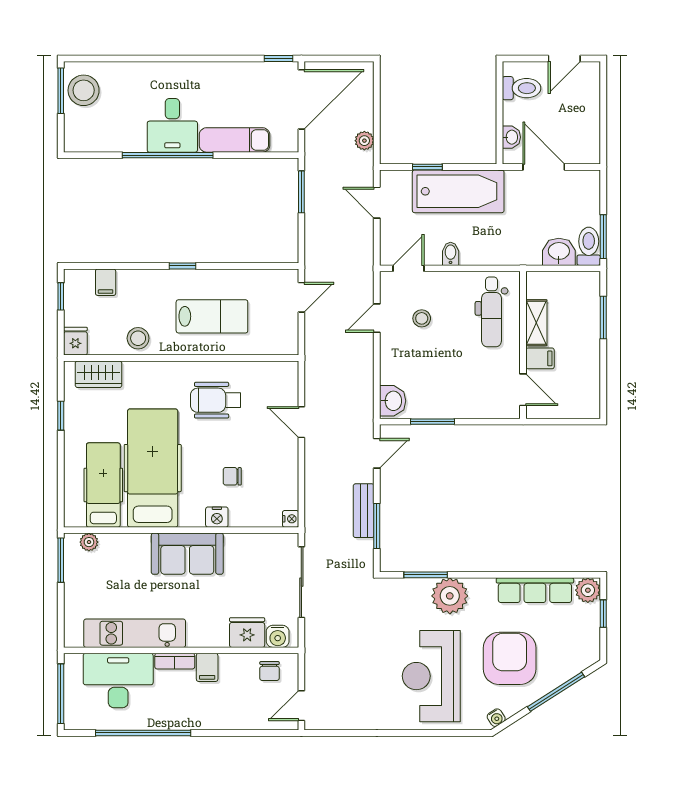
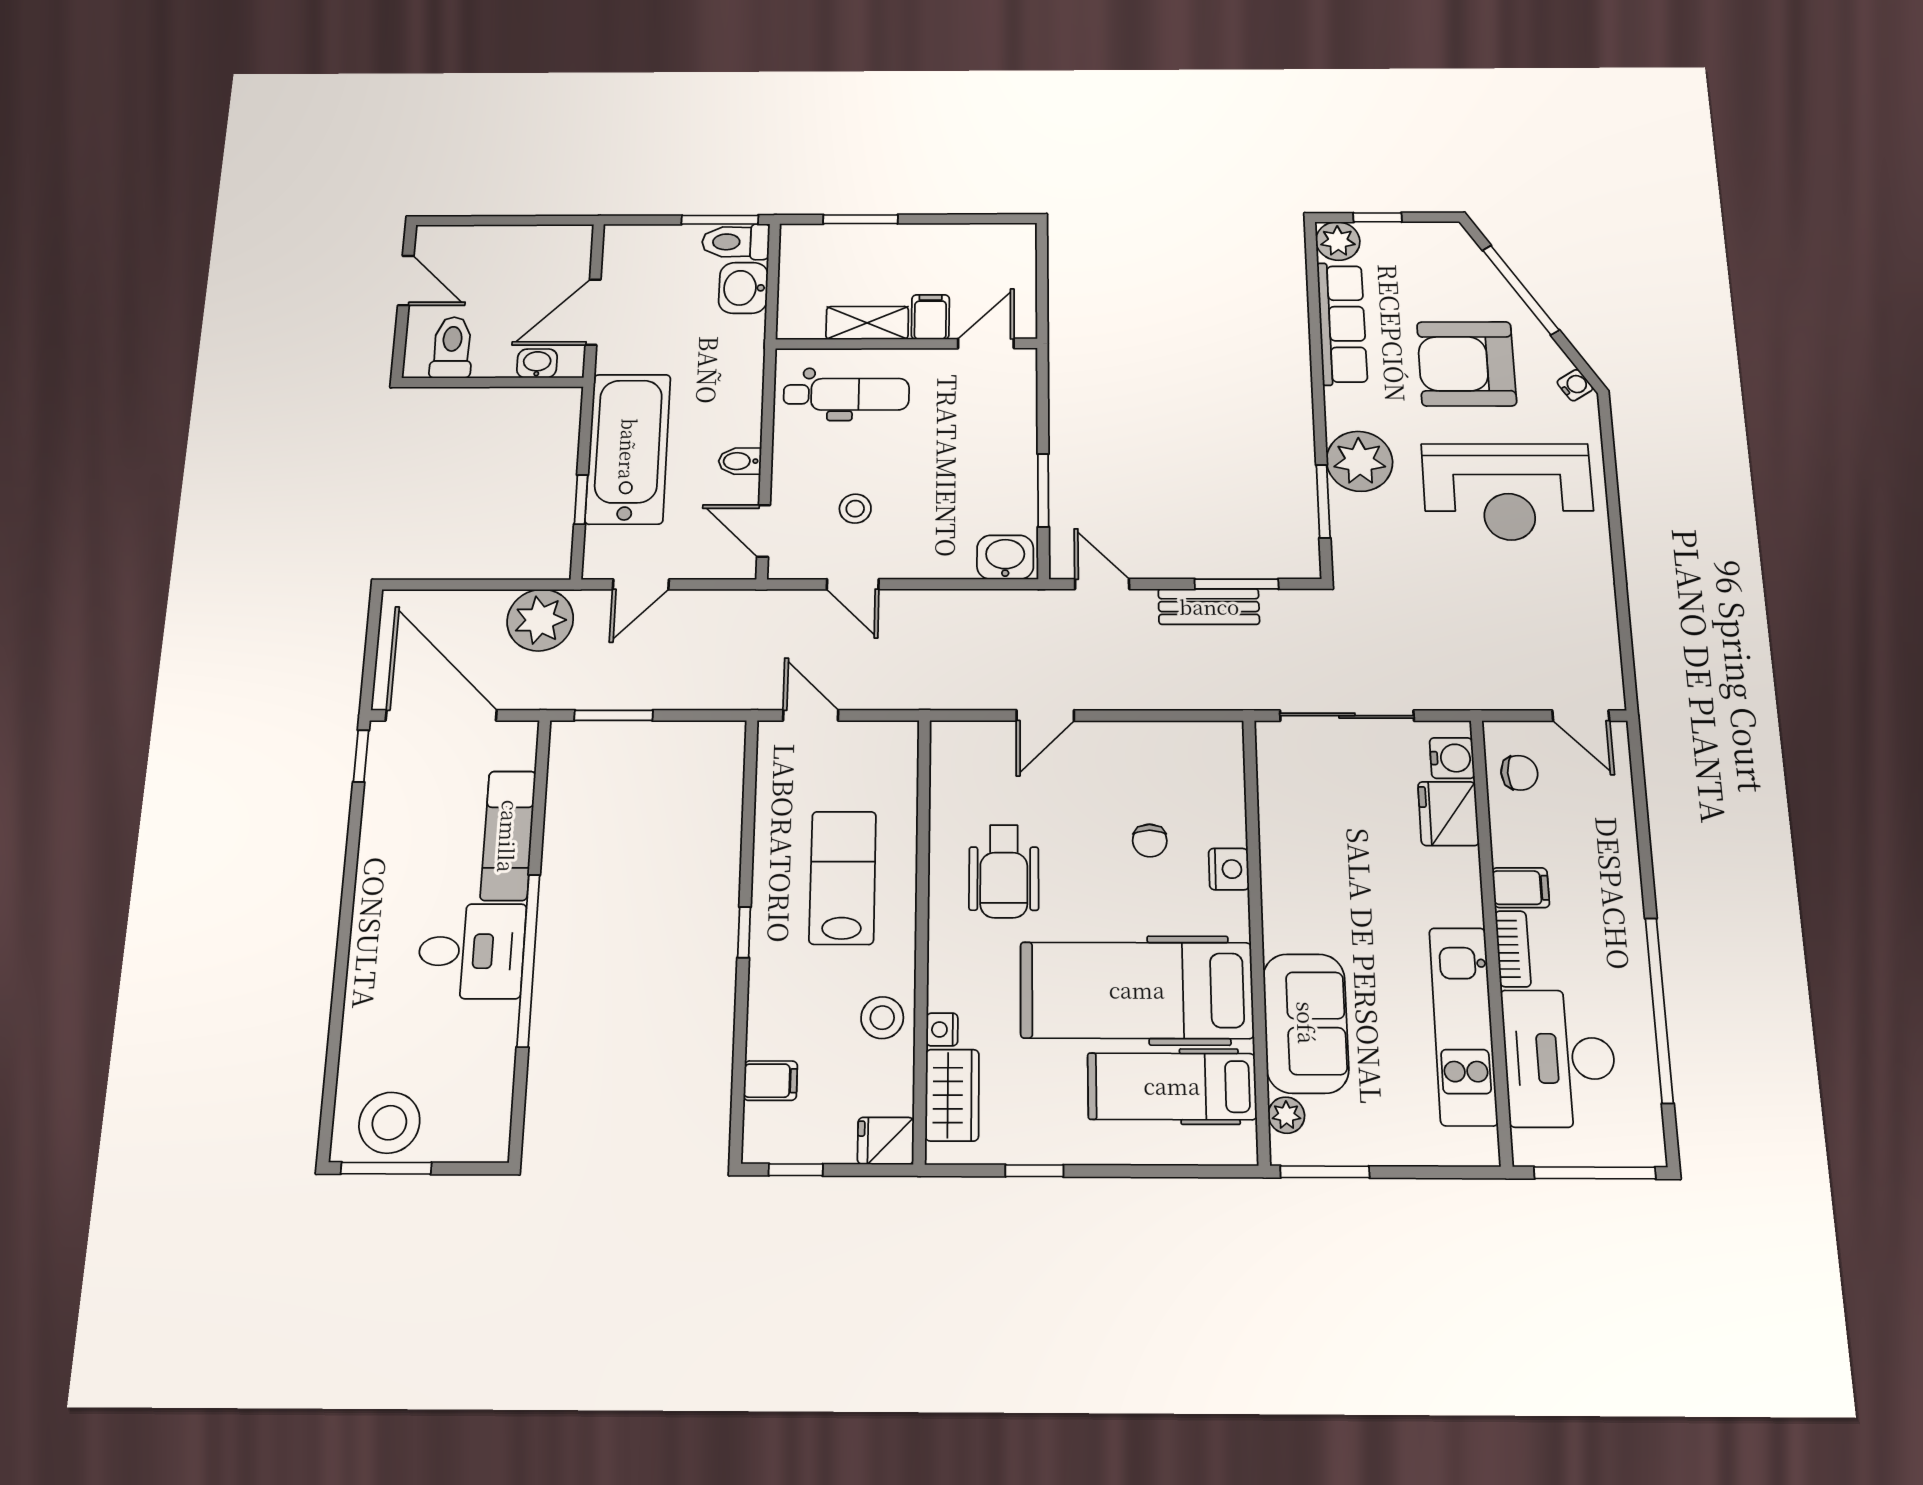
plant: (364, 141) -> (540, 620), width x1.87, depth x1.87
nightstand: (291, 519) -> (942, 1029), moved, turned -90
sofa: (187, 554) -> (1306, 1023), moved

